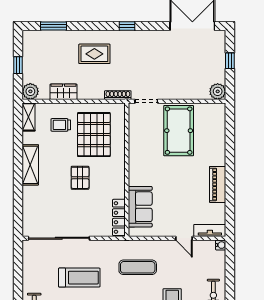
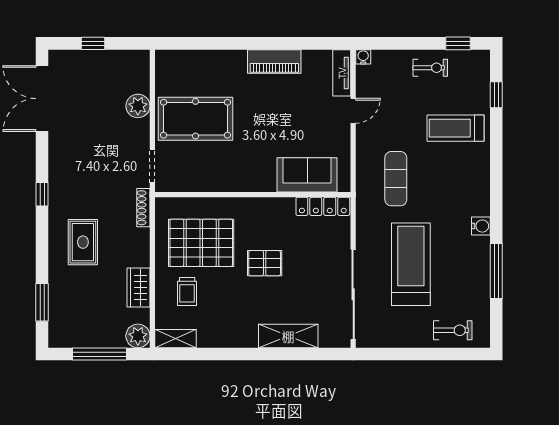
window: (18, 65) -> (100, 354), width x2.17
plant: (218, 91) -> (138, 106), moved
shelving: (30, 165) -> (288, 336), moved
treadmill: (79, 278) -> (411, 264), width x1.37, depth x1.38

